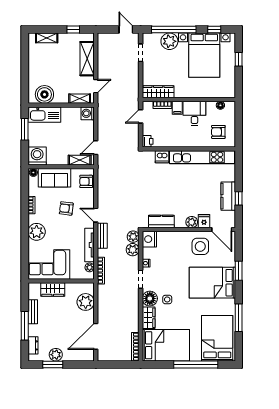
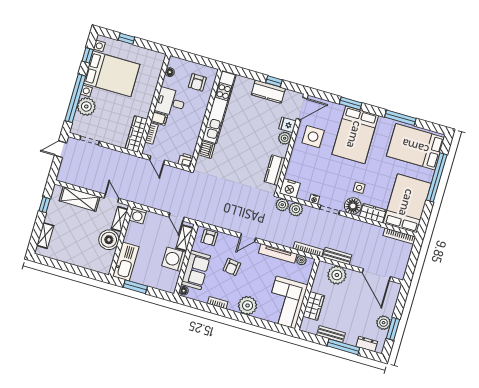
boiler: (44, 94) -> (109, 240), moved
washing machine: (37, 156) -> (174, 259), moved
bench: (102, 236) -> (337, 256), moved

